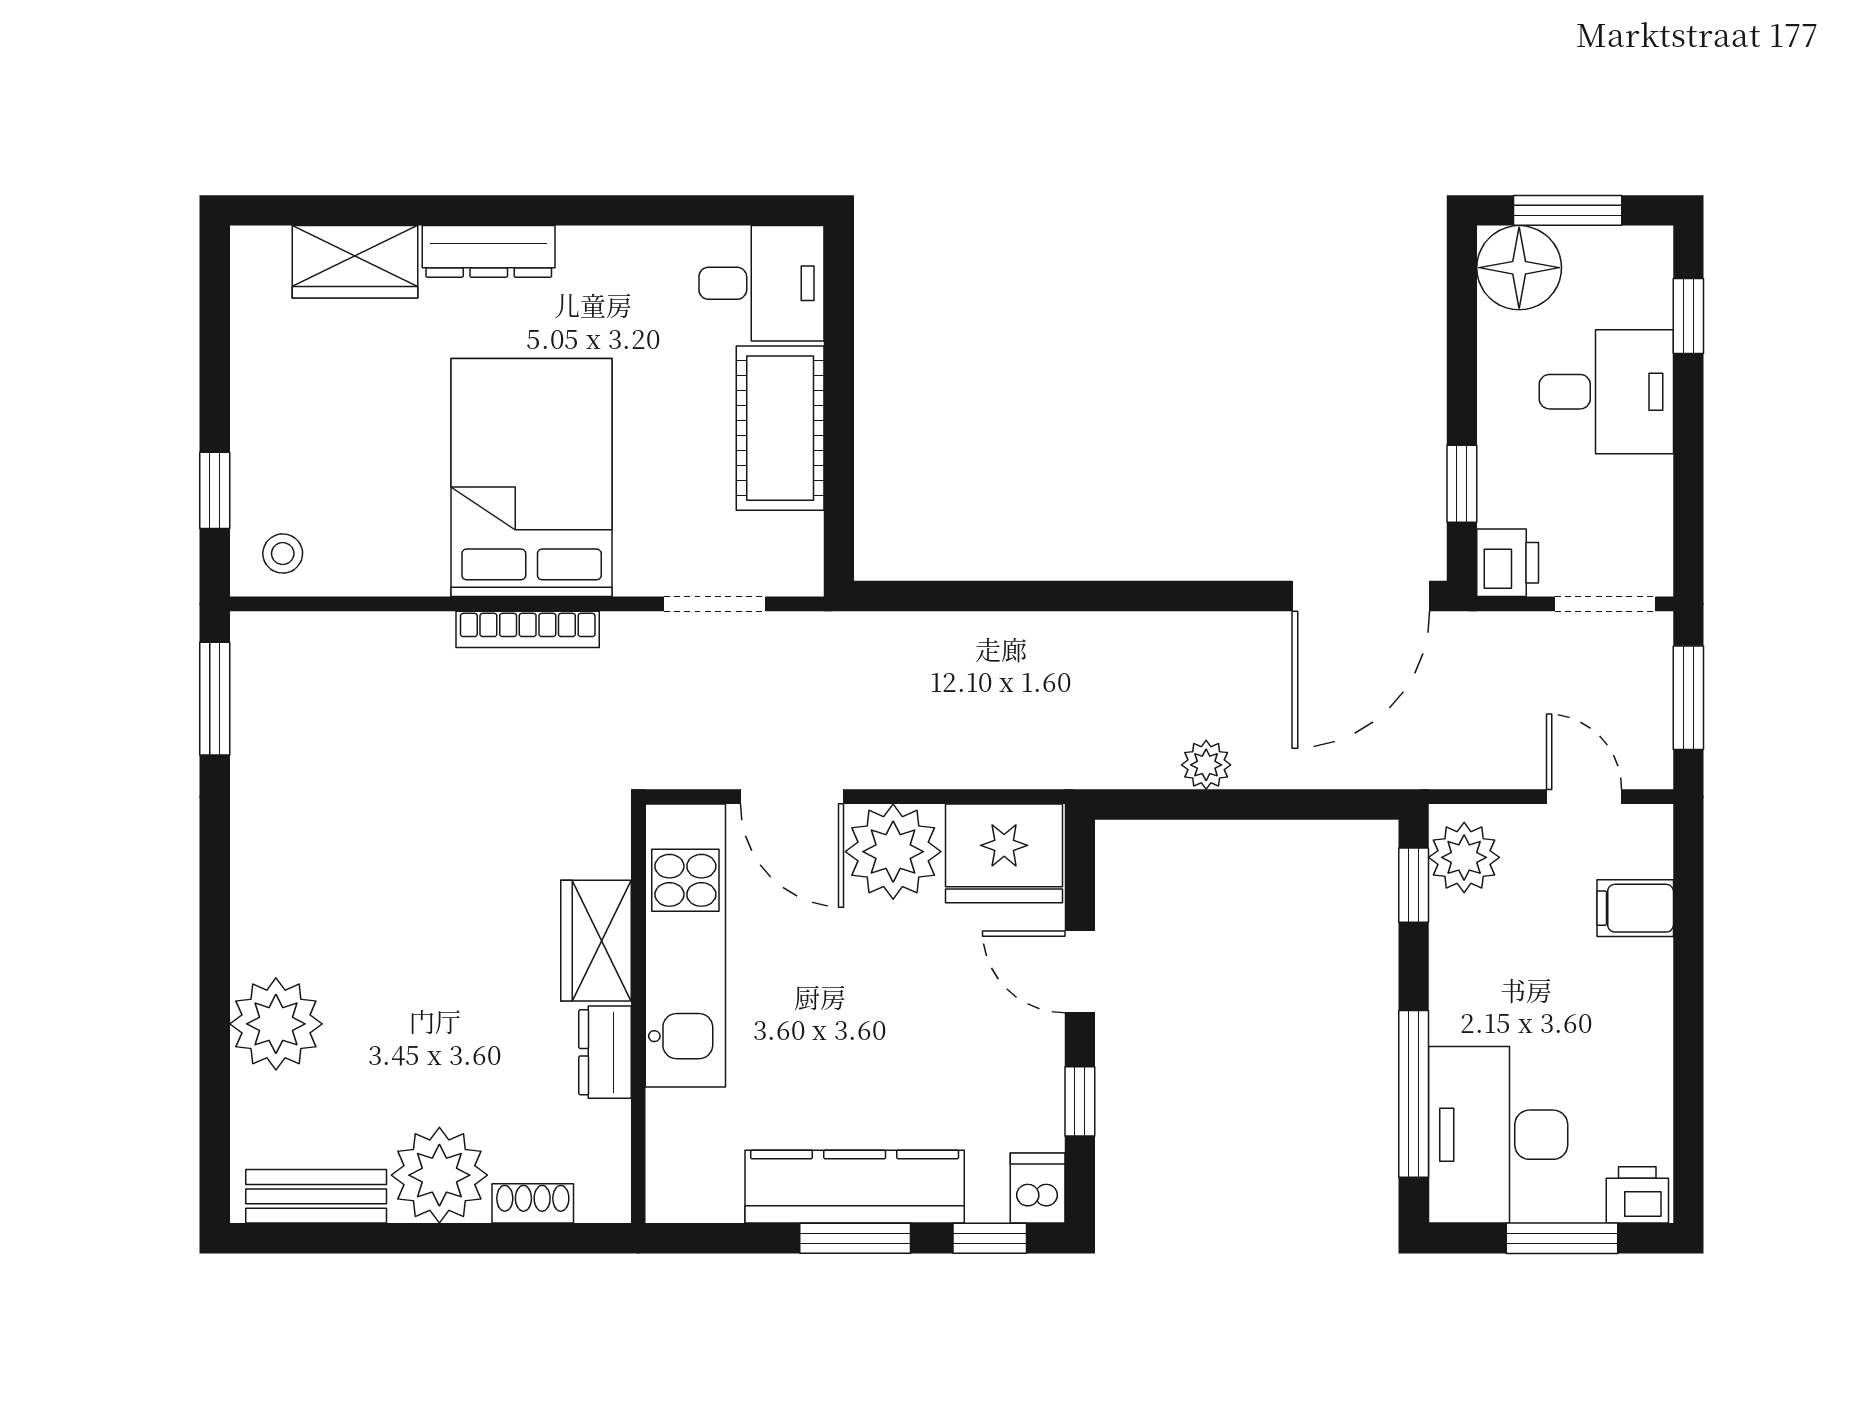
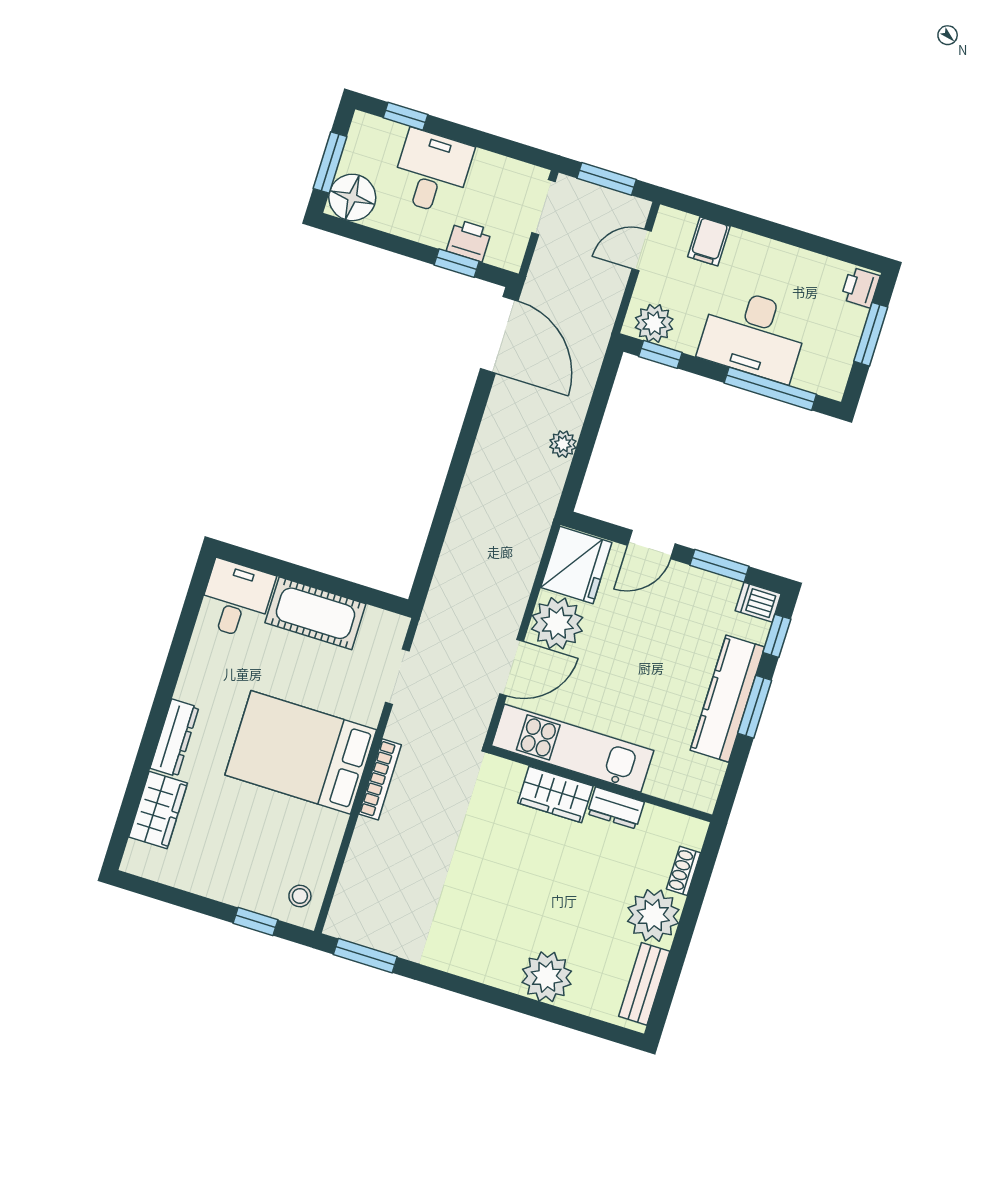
printer: (1508, 563) -> (469, 241), moved
window: (1080, 1101) -> (719, 566), width x1.50
desk: (1498, 1135) -> (754, 335), moved

